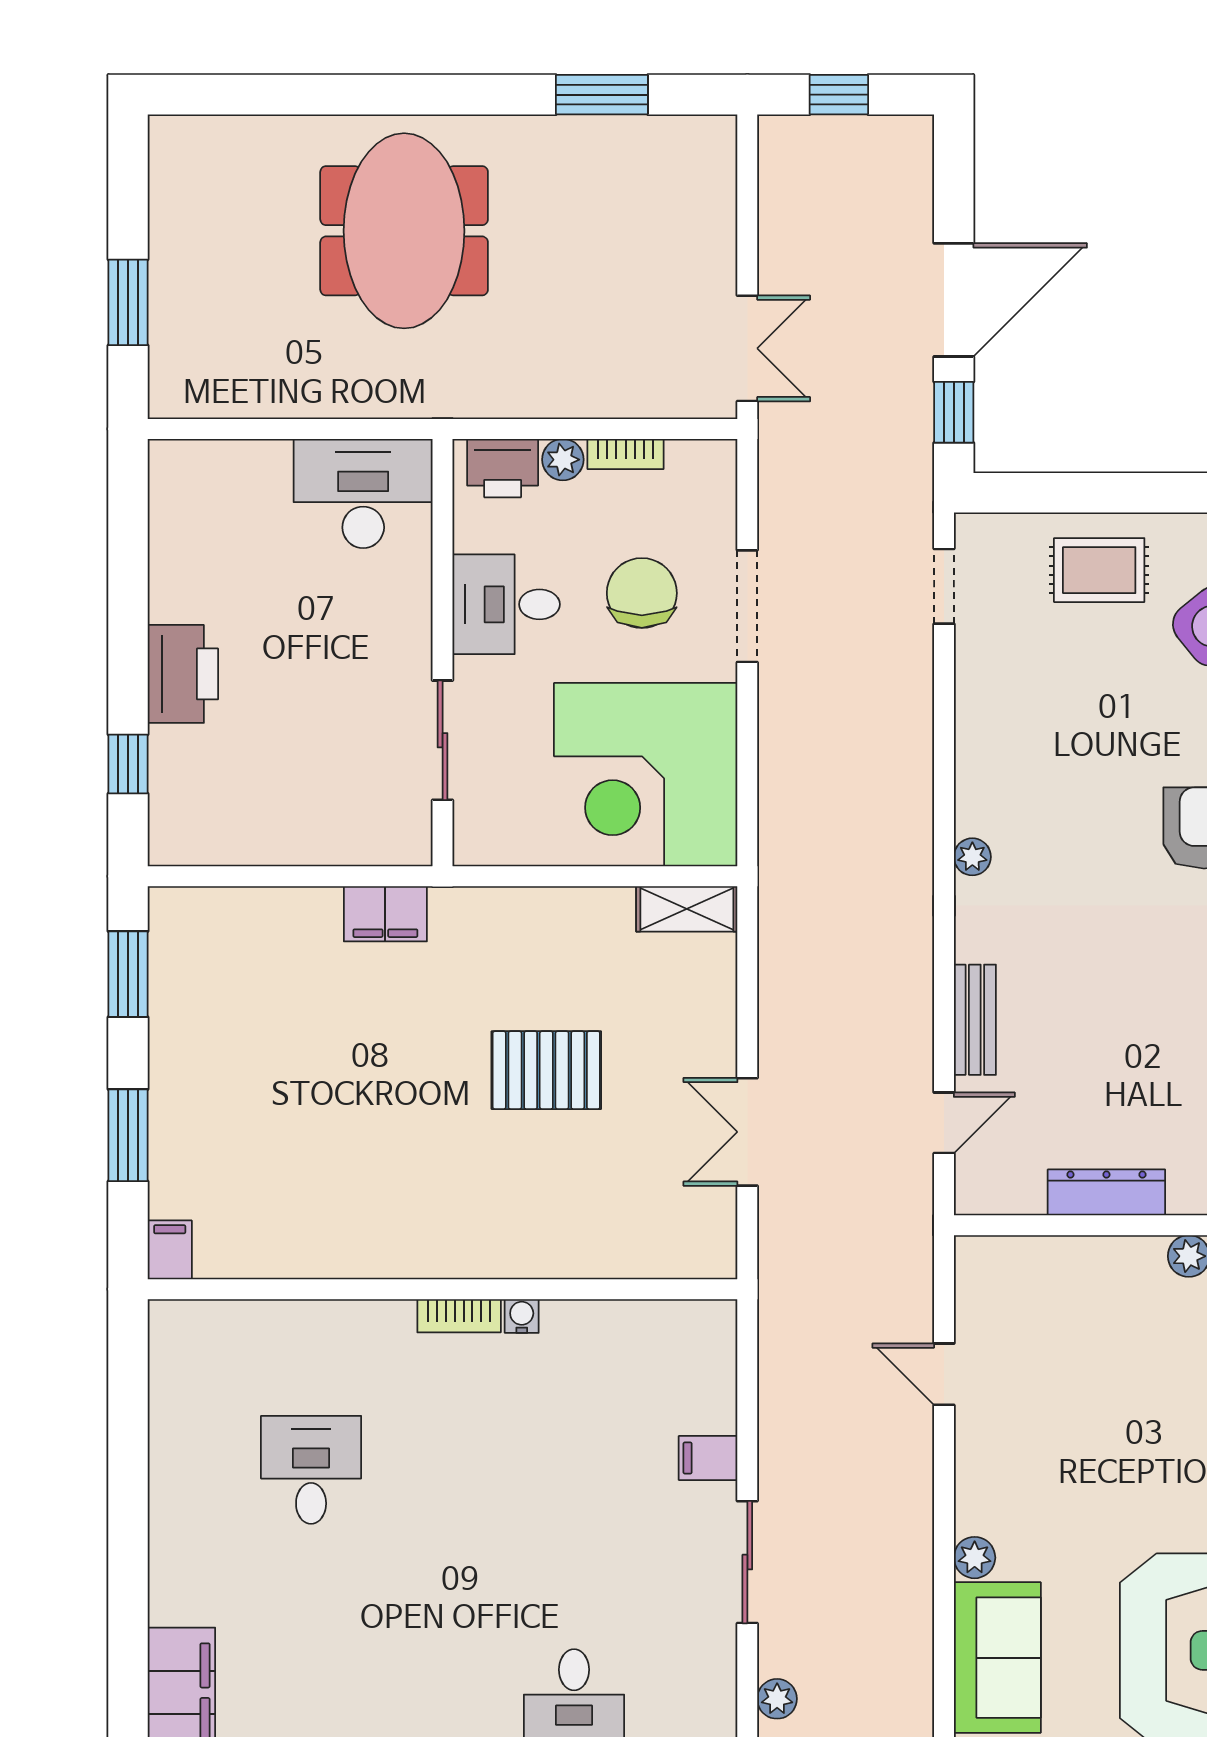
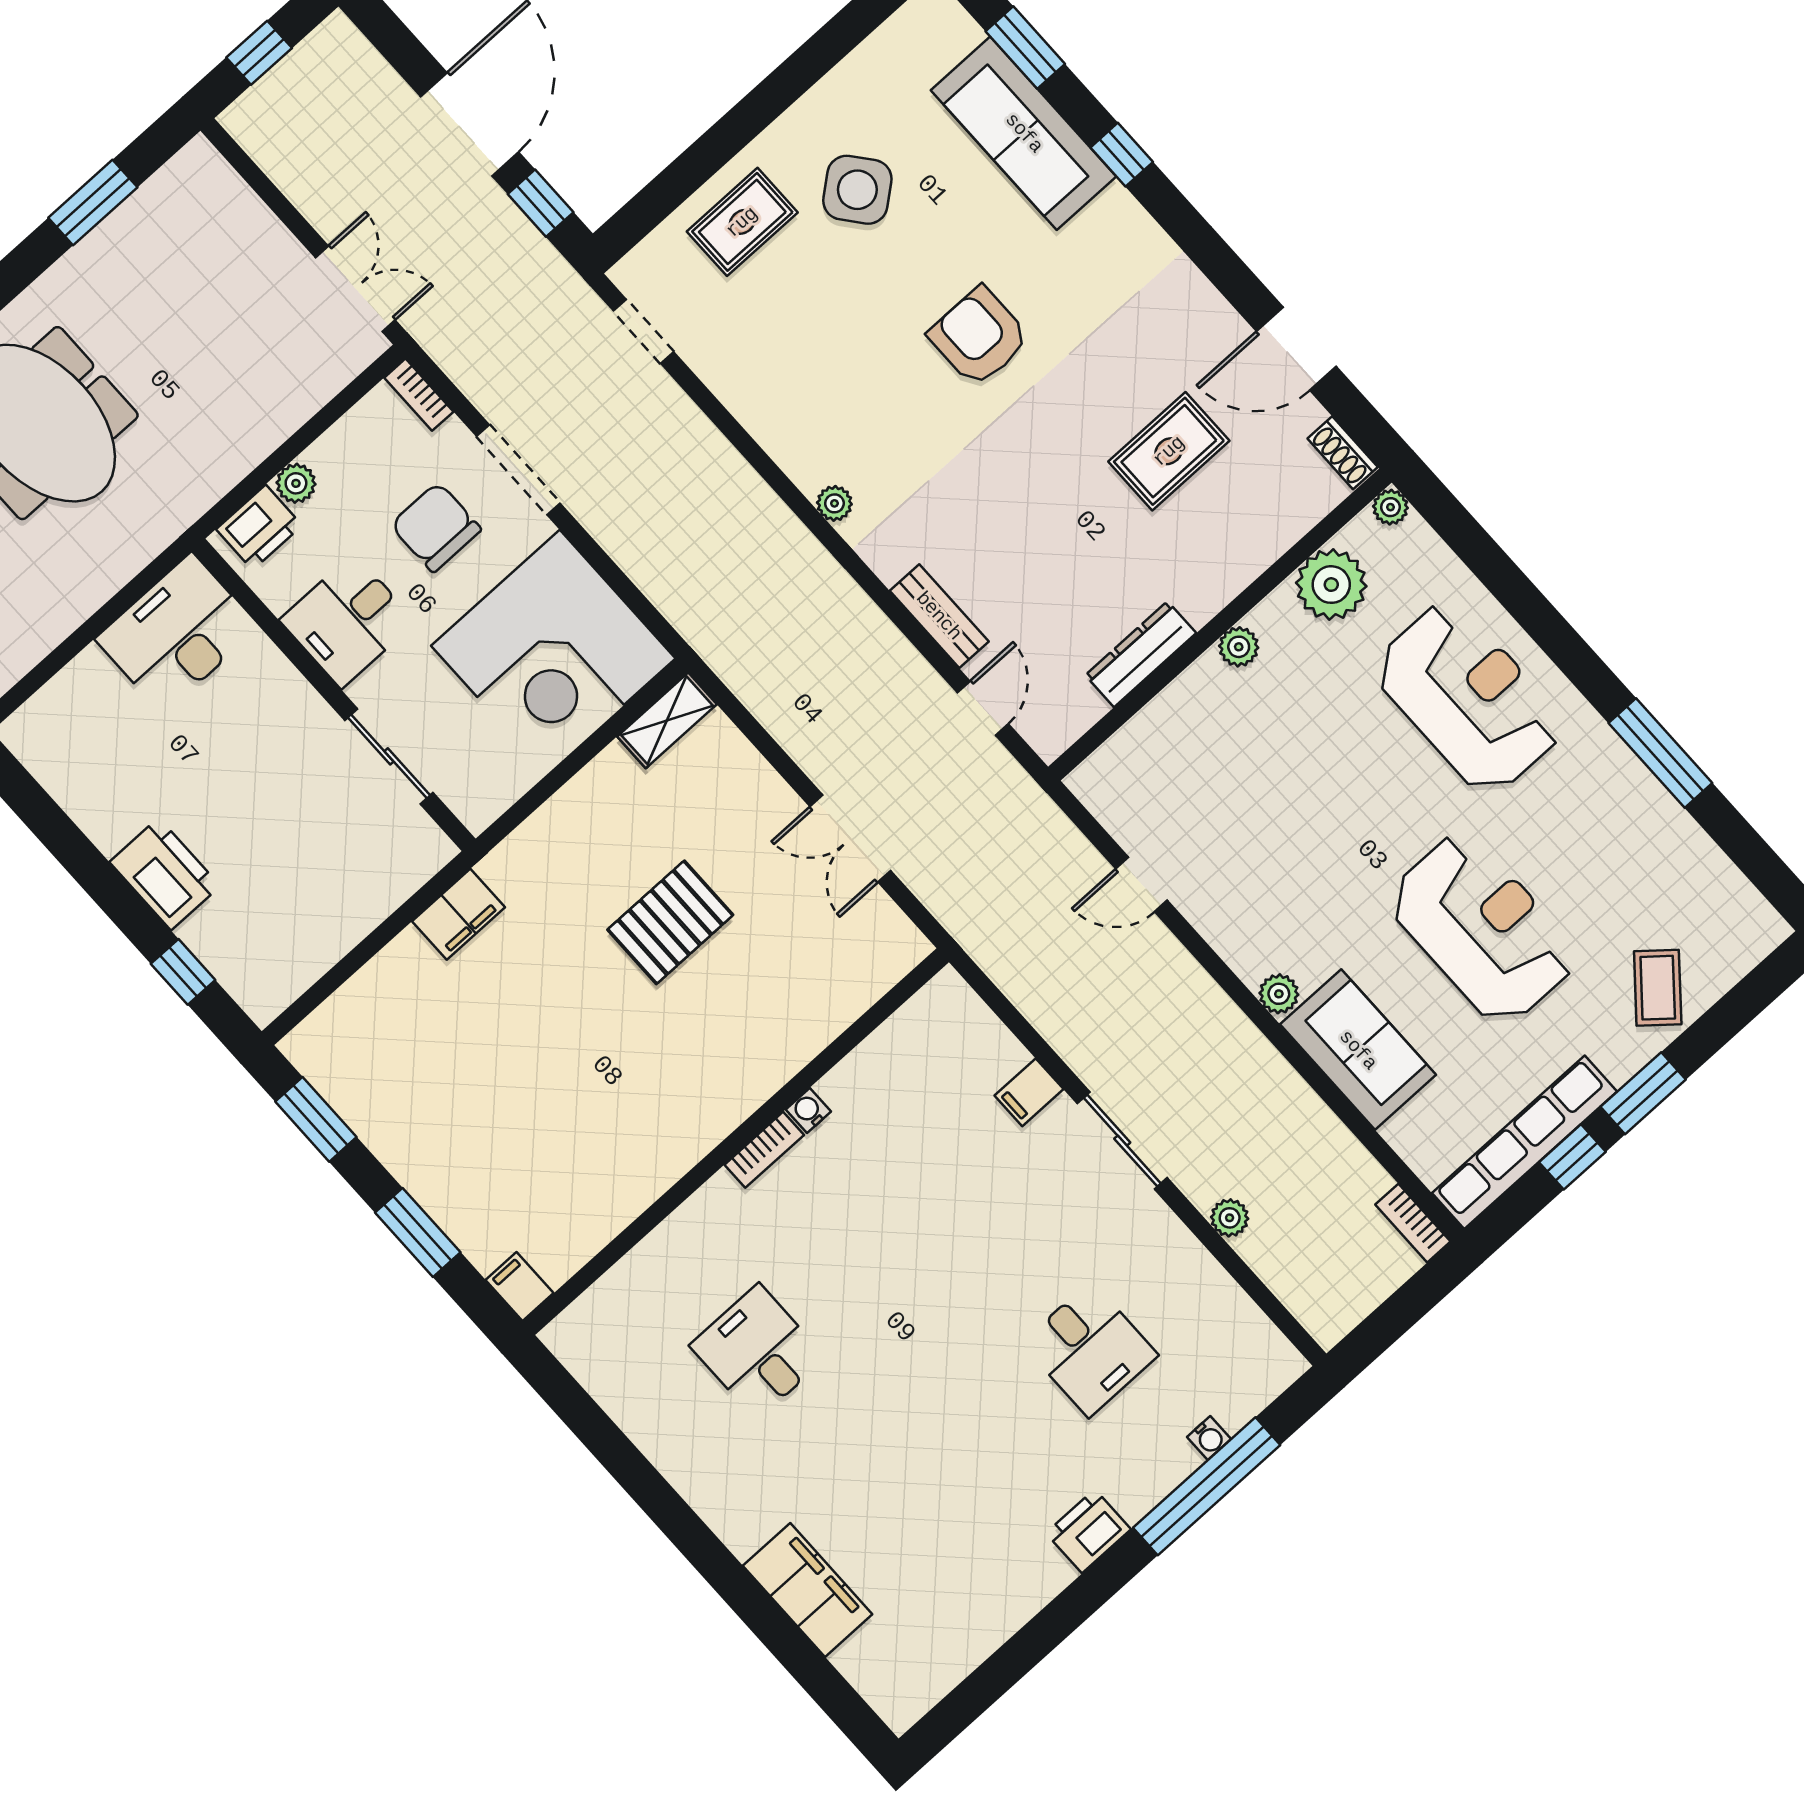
bookcase: (626, 454) -> (419, 395), moved, turned 90

